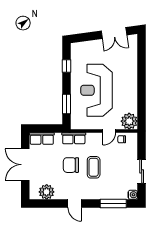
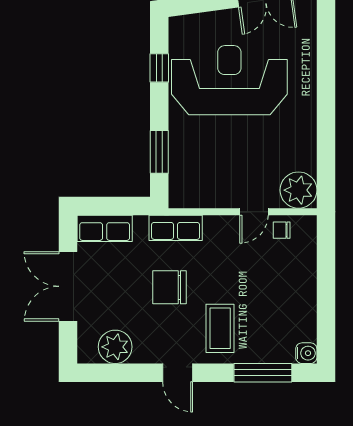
reception desk: (97, 90) -> (229, 80), moved, turned 90
coffee table: (94, 167) -> (220, 328), moved
sliding door: (142, 171) -> (326, 301), removed

